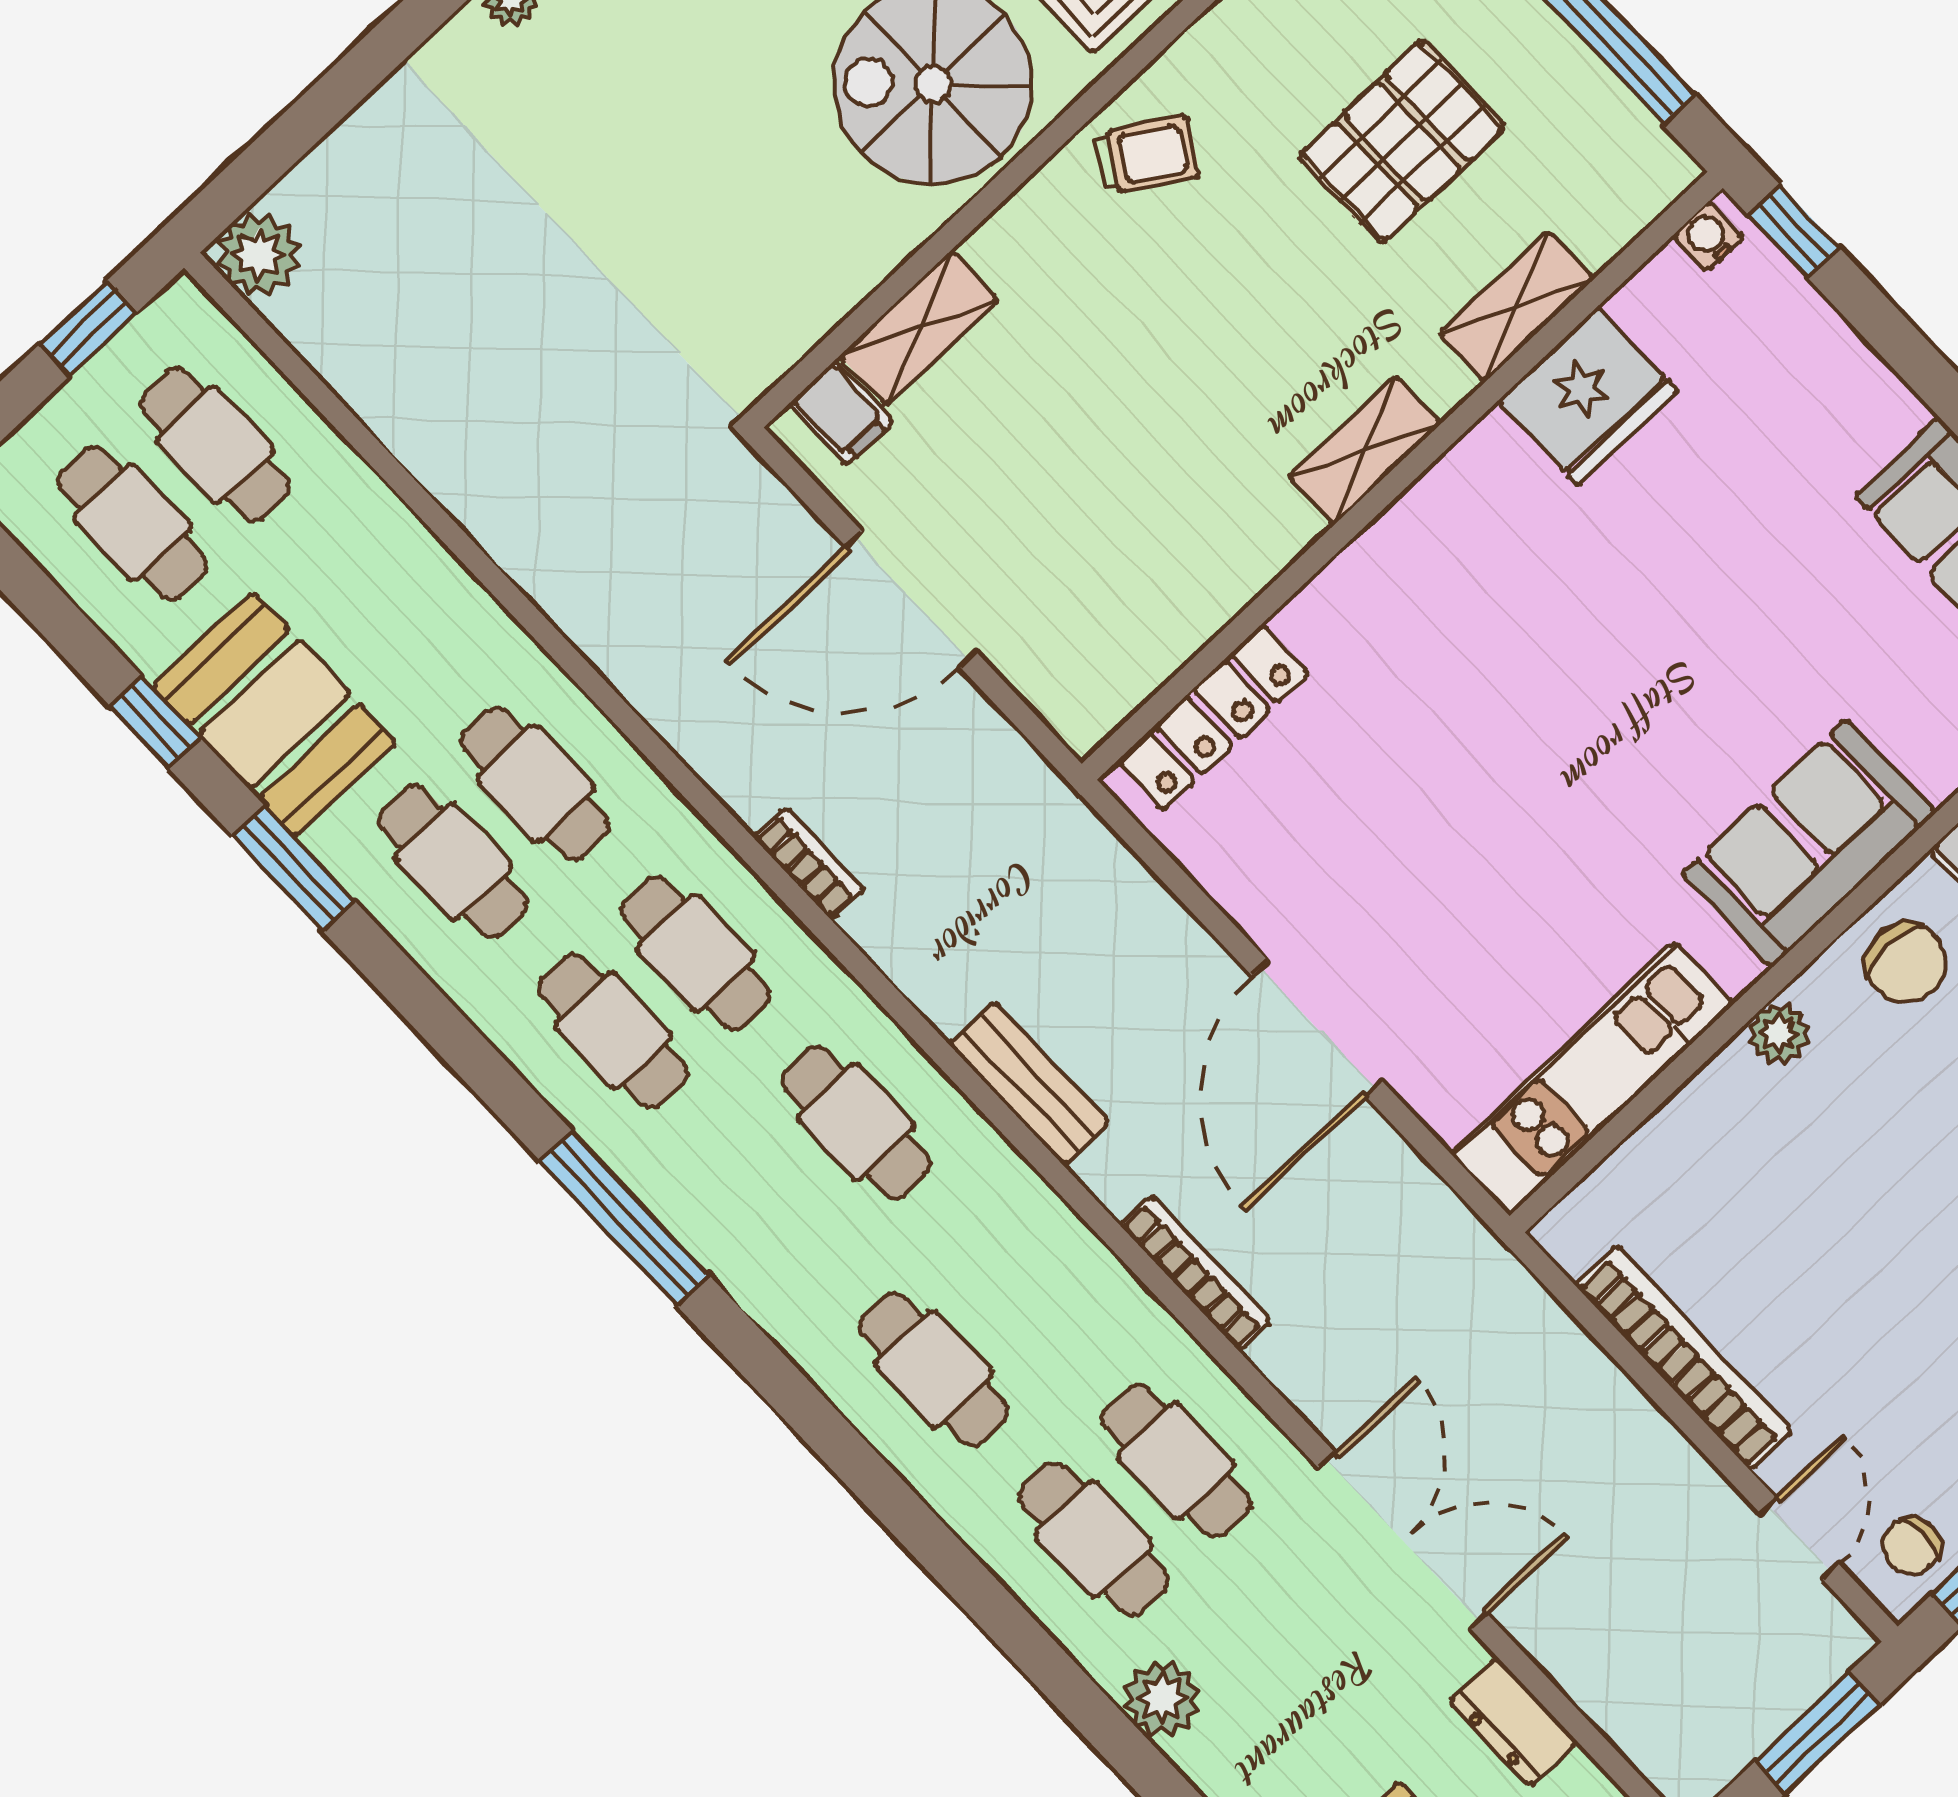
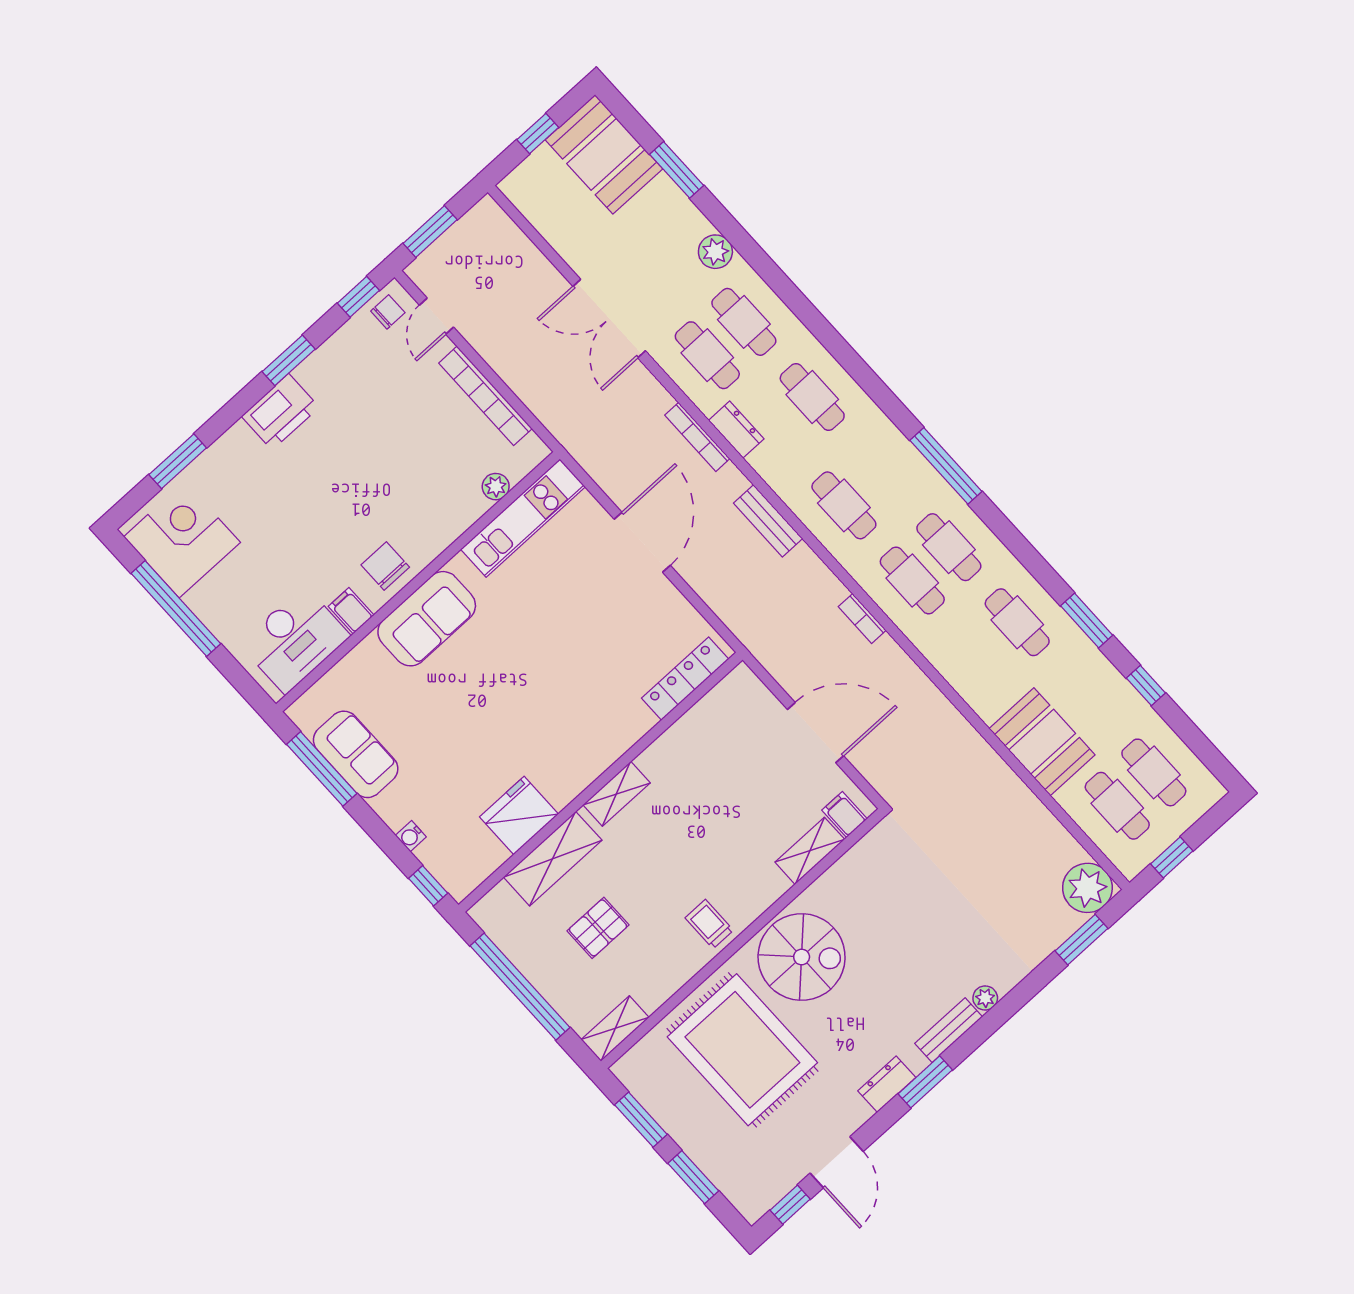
window: (291, 136) -> (1082, 940), added
pallet: (1402, 142) -> (598, 928), width x0.67, depth x0.71
trolley: (1147, 155) -> (709, 924), turned 58
water cooler: (1708, 236) -> (411, 836), moved, turned 90
plant: (259, 254) -> (1087, 888), width x1.36, depth x1.36
shelving: (1516, 307) -> (553, 859), width x1.50, depth x1.33
booth: (274, 714) -> (1042, 742), moved
cafe table: (536, 783) -> (981, 656), removed
plant: (1779, 1034) -> (496, 487), moved
dresser: (1513, 1721) -> (736, 430), moved

